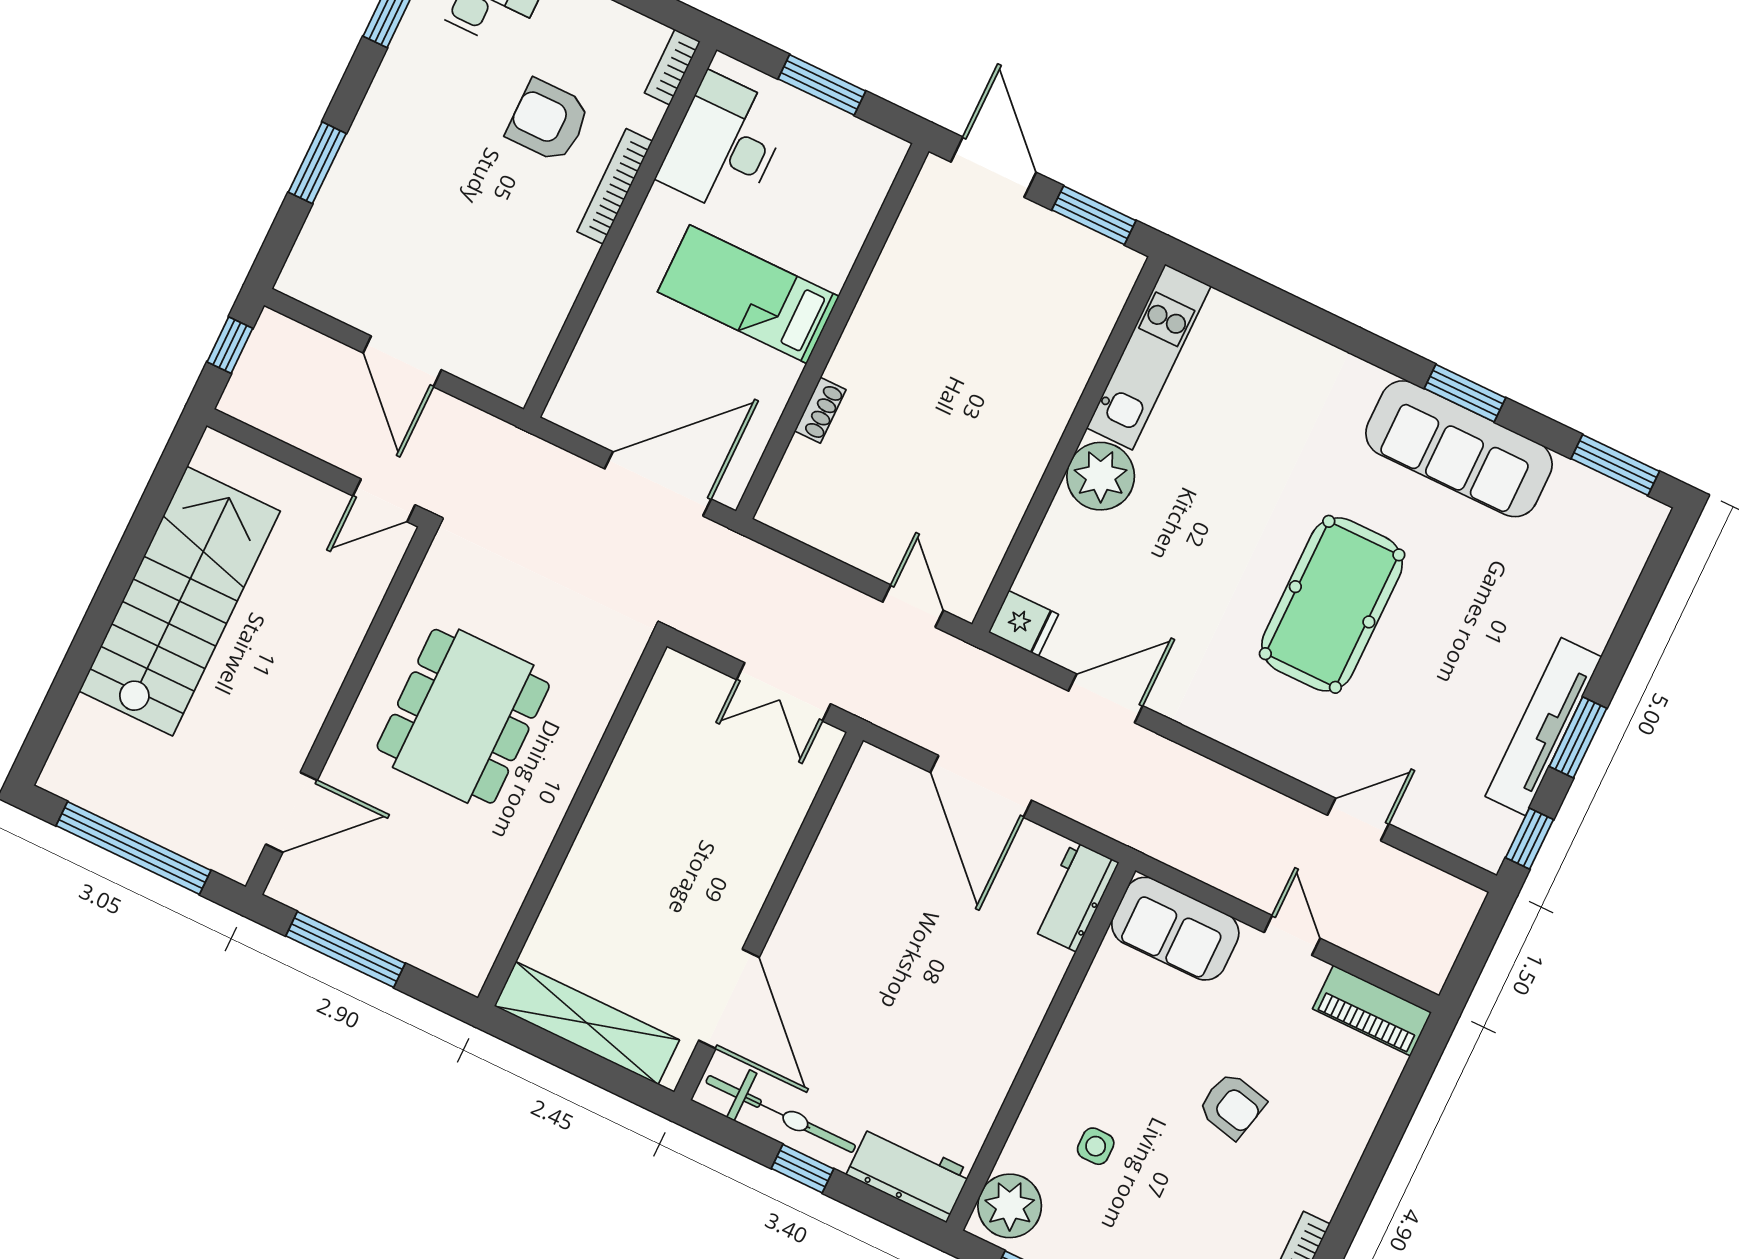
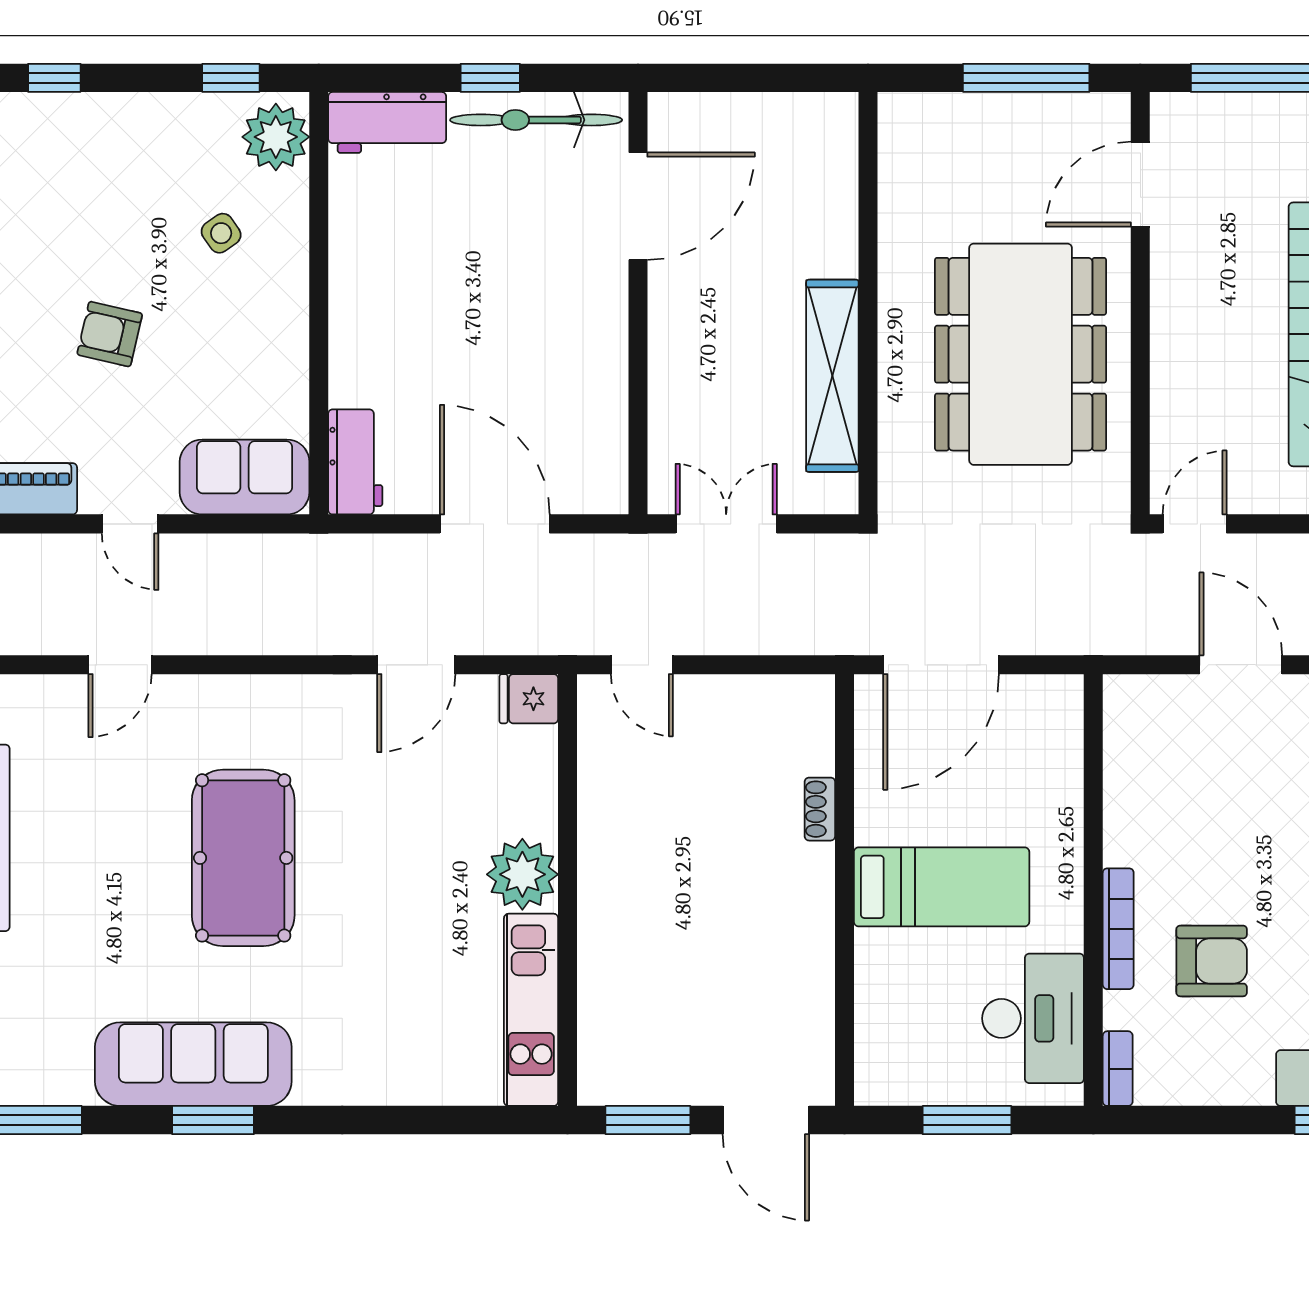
dining table: (463, 716) -> (1021, 354), width x1.36, depth x1.24
door: (729, 999) -> (638, 206), swing flipped
shelving: (587, 1023) -> (832, 376), moved, turned 90
side table: (1096, 1146) -> (221, 233), turned -35

